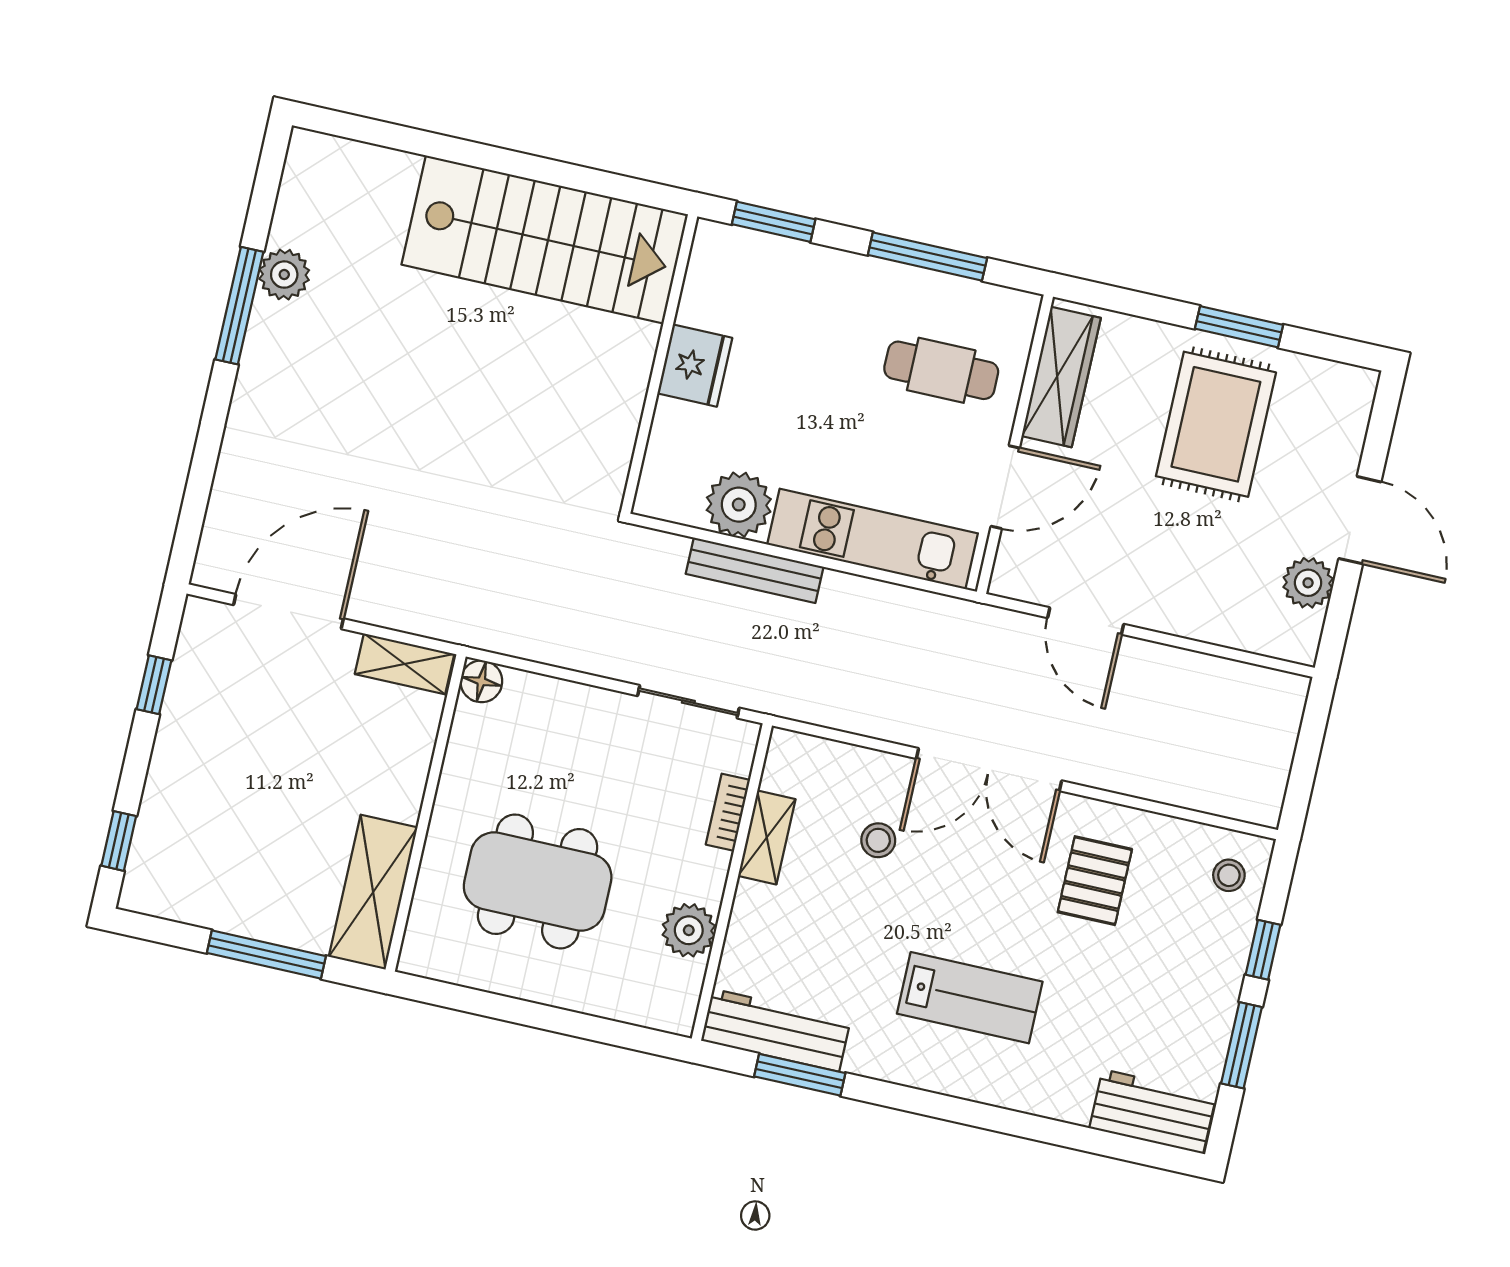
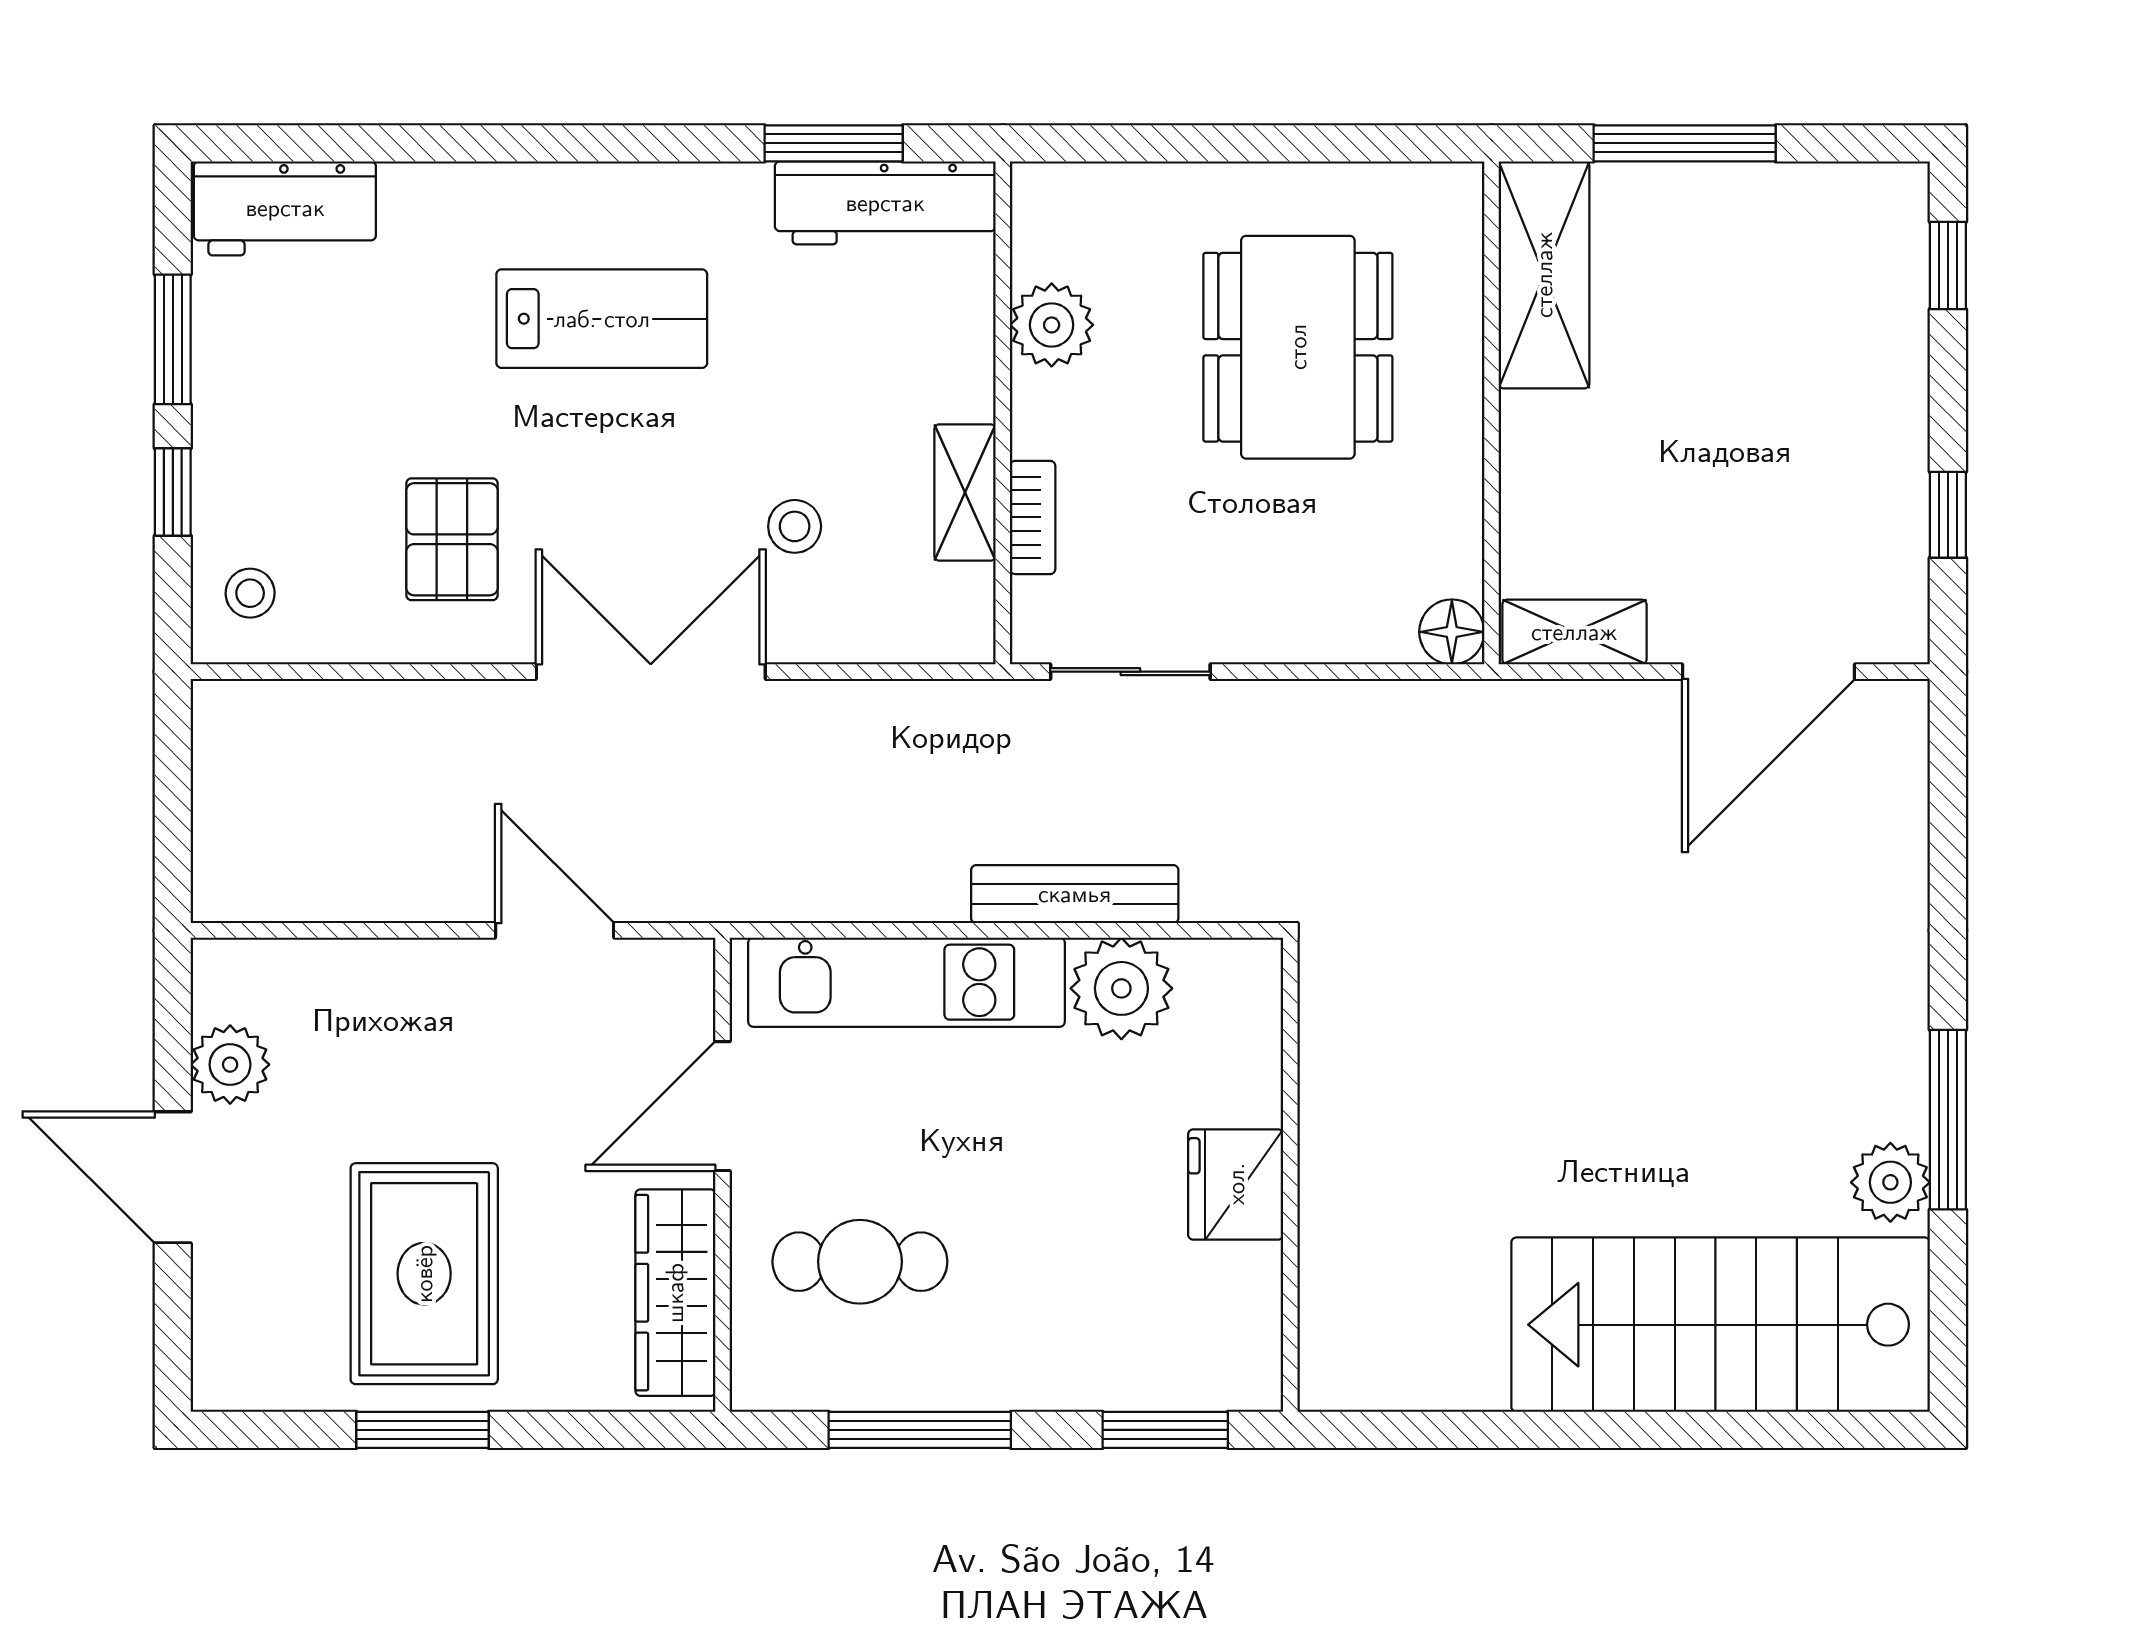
stairs: (545, 239) -> (1721, 1325), moved
dining table: (538, 881) -> (1298, 347), turned 90
lab bench: (970, 998) -> (602, 319), turned 180

